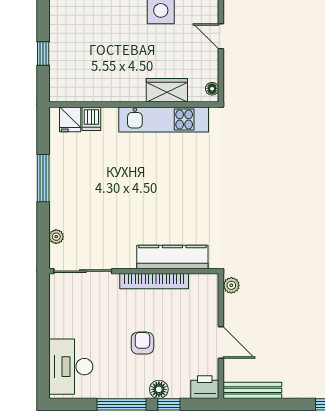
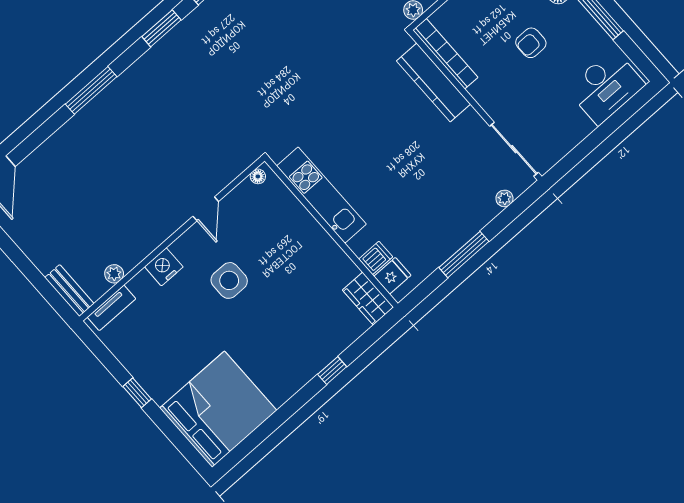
window: (43, 54) -> (332, 371), moved
wardrobe: (167, 90) -> (368, 299), moved
bookcase: (154, 281) -> (445, 54), moved

